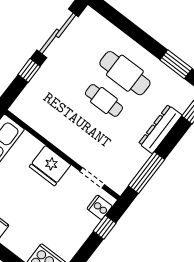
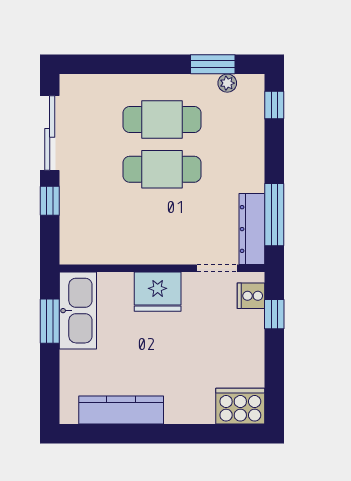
plant: (176, 81) -> (227, 83), added
cafe table: (104, 100) -> (162, 169), width x1.37, depth x1.35
dresser: (160, 129) -> (252, 229), moved

